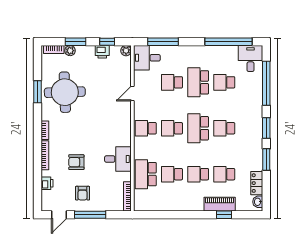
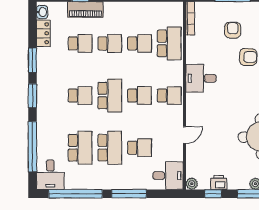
window: (163, 42) -> (129, 194), moved
school desk: (224, 82) -> (80, 148), width x1.85
desk: (118, 159) -> (201, 78), moved
armchair: (83, 193) -> (233, 30), moved

